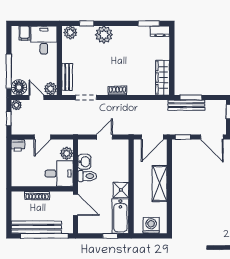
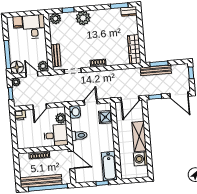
washbasin: (84, 162) -> (75, 112), moved
shower: (121, 190) -> (105, 117), moved
washing machine: (151, 225) -> (140, 159), moved, turned -90

